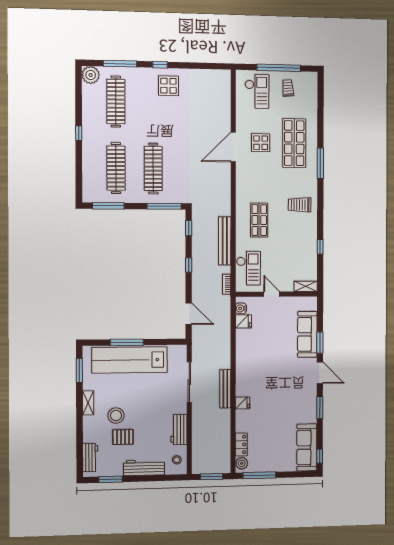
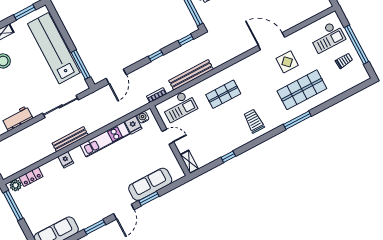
door: (272, 294) -> (168, 137), hinge flipped
window: (127, 342) -> (81, 65), moved
kitchen unit: (243, 356) -> (105, 140), added

